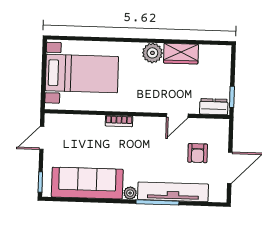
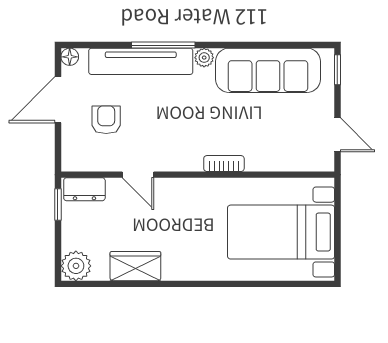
plant: (152, 53) -> (76, 266), moved
door: (177, 115) -> (138, 175), swing flipped
door: (42, 138) -> (337, 135), hinge flipped
floor lamp: (221, 196) -> (70, 57), added

